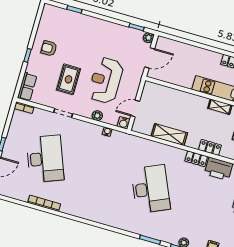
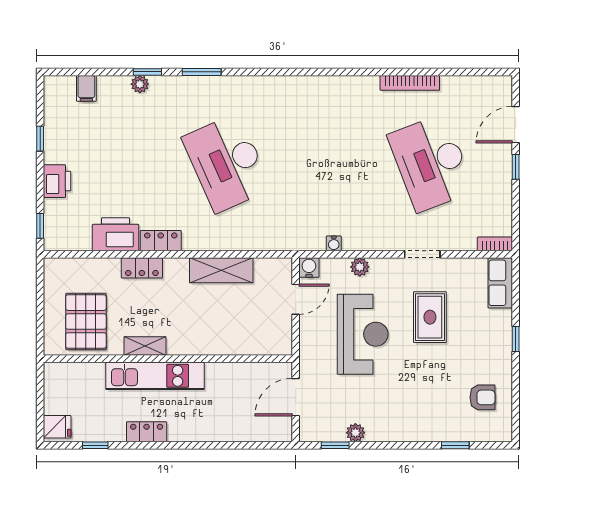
plant: (148, 38) -> (355, 433), moved
armchair: (49, 48) -> (482, 397), moved

